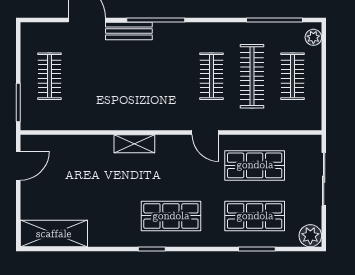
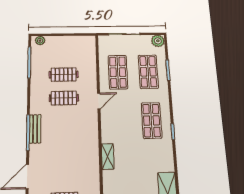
bench: (129, 31) -> (35, 129), moved
clothes rail: (252, 76) -> (64, 75), width x0.73
clothes rail: (292, 76) -> (64, 52), removed
shelving: (134, 144) -> (108, 156), moved

